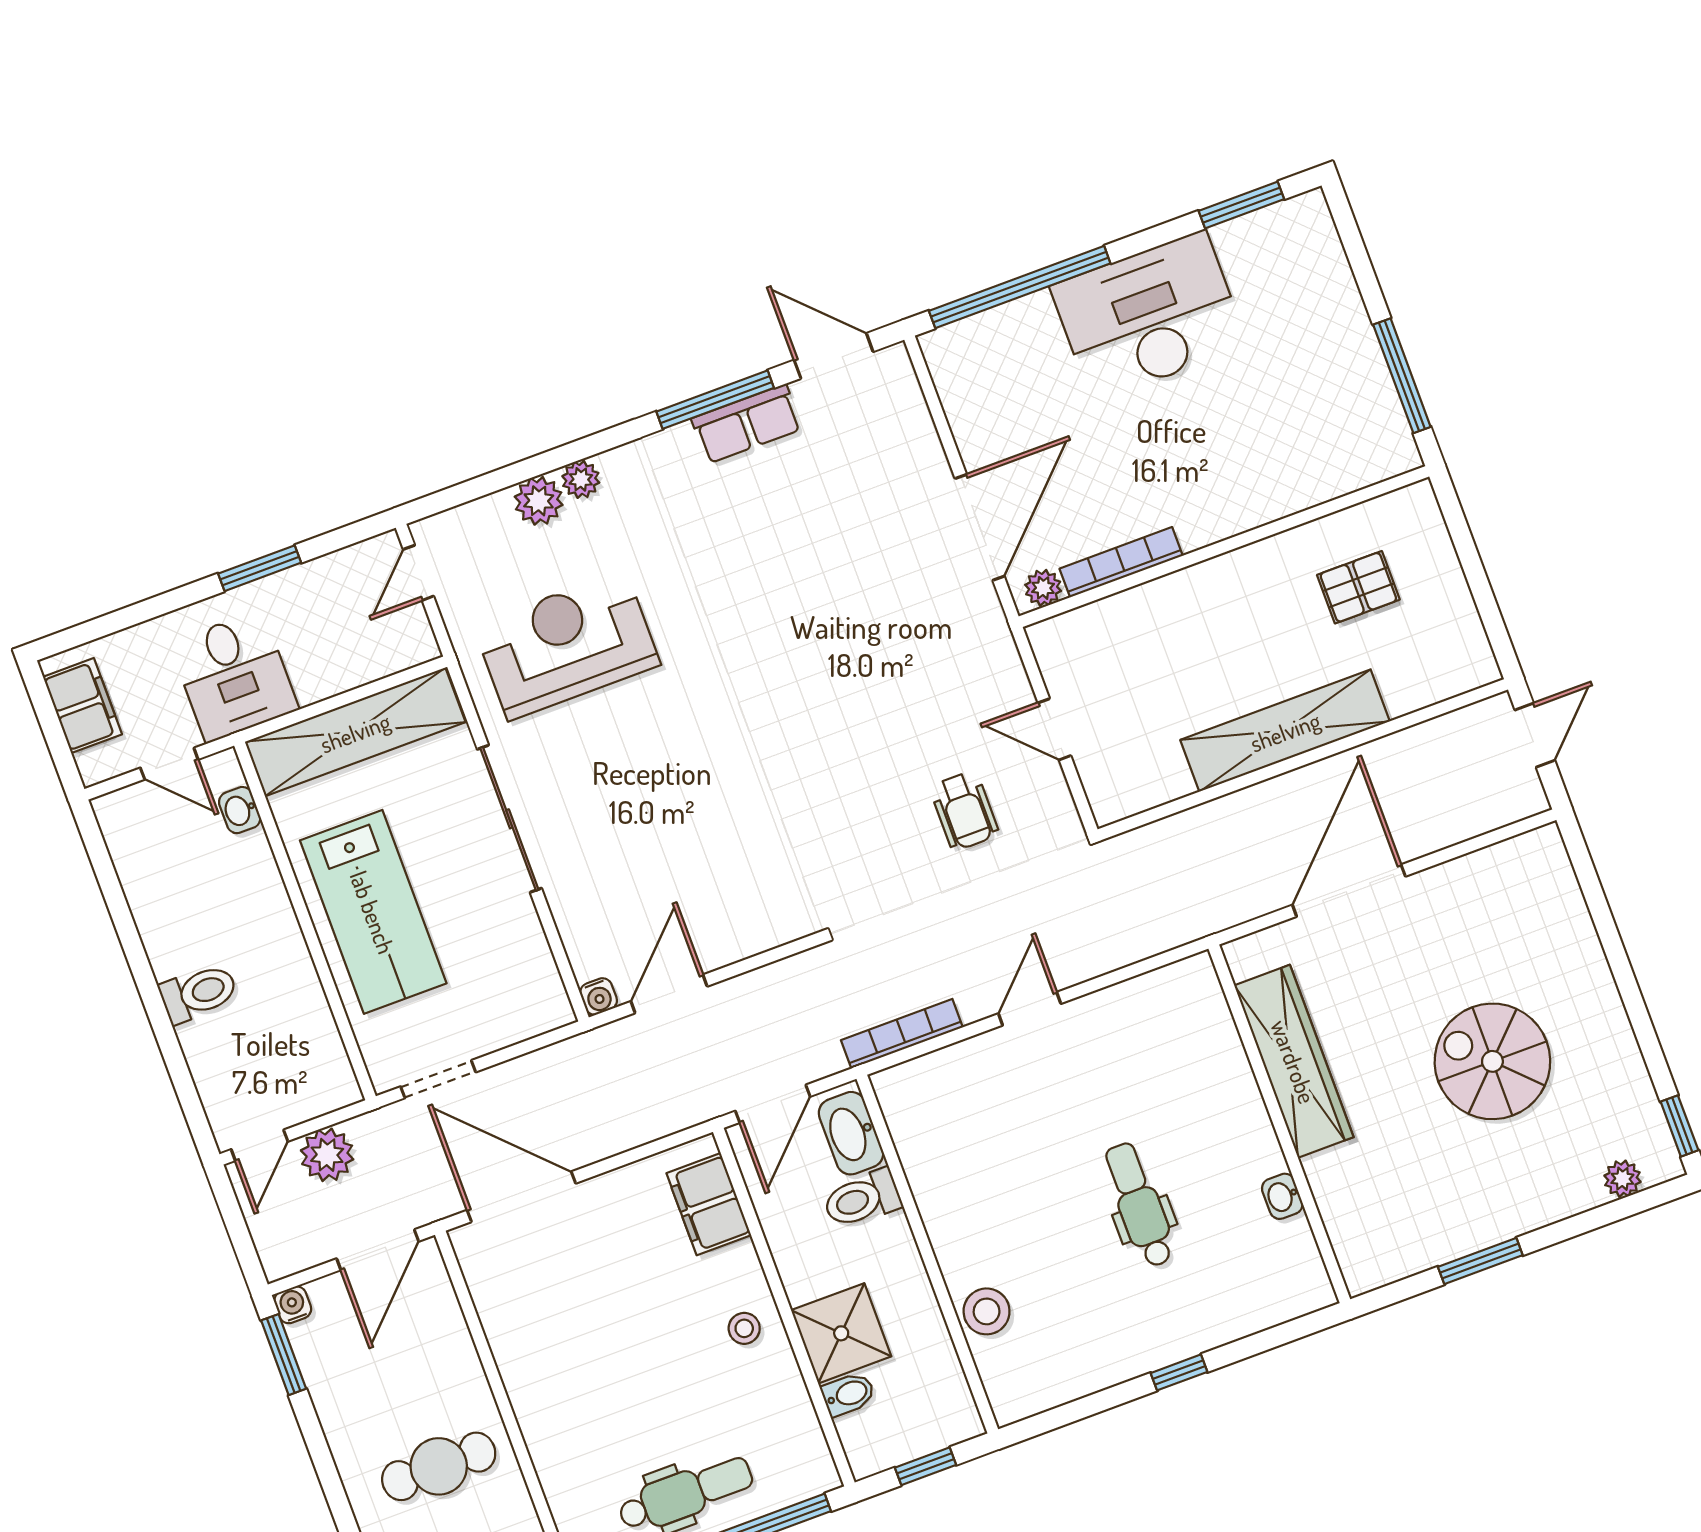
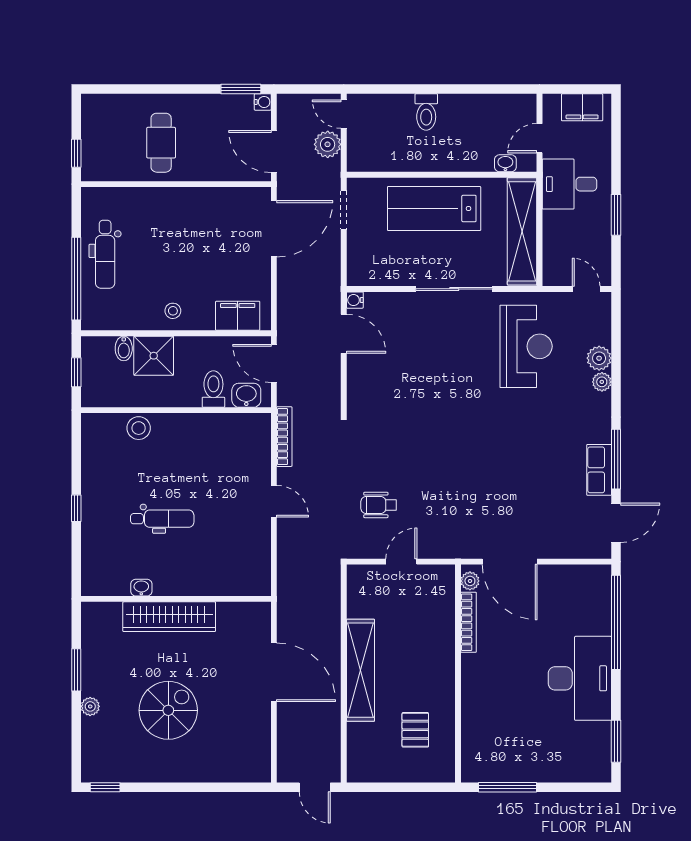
wardrobe: (1294, 1061) -> (169, 617), moved
washbasin: (851, 1133) -> (246, 395), width x0.72
plant: (1622, 1179) -> (90, 706), moved

